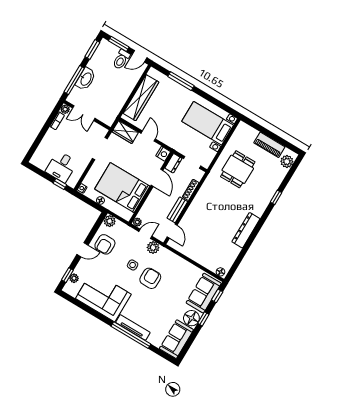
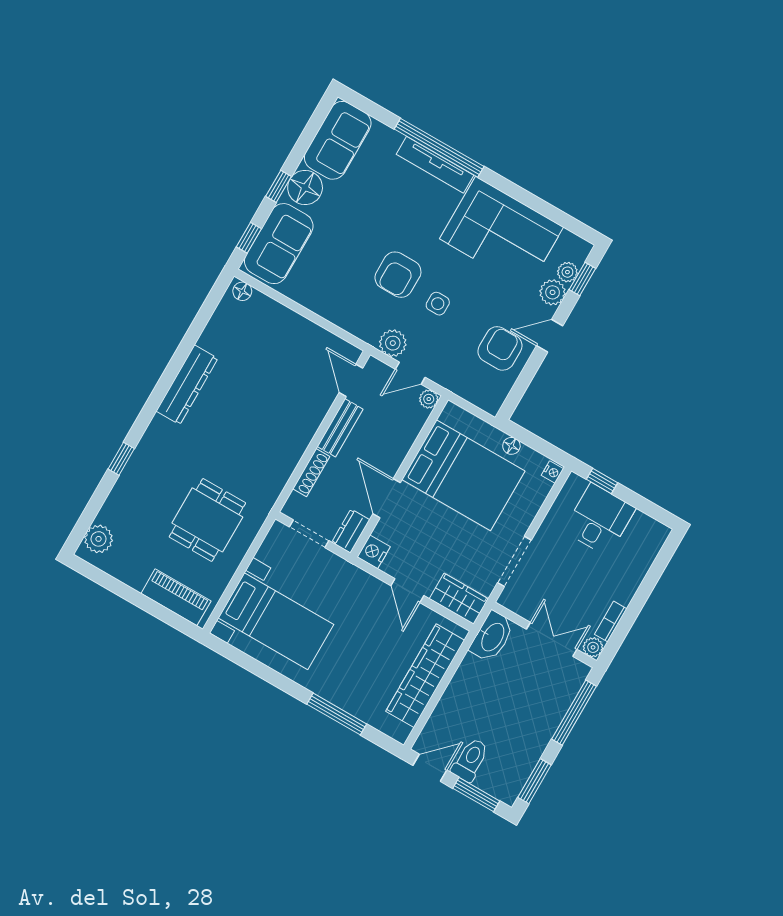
washbasin: (86, 79) -> (492, 637), moved, turned 180
piano: (269, 145) -> (176, 597), moved
plant: (110, 221) -> (553, 292), moved

